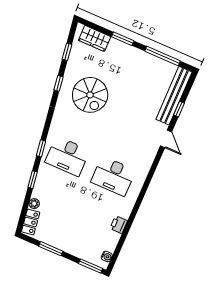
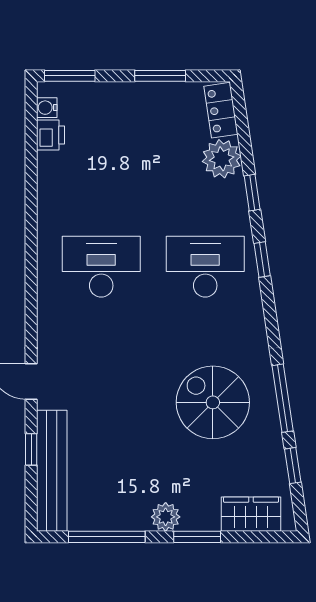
plant: (133, 54) -> (166, 517), added
window: (59, 83) -> (283, 398), width x2.17
plant: (34, 204) -> (222, 159), width x1.87, depth x1.87
printer: (119, 225) -> (51, 135), moved

